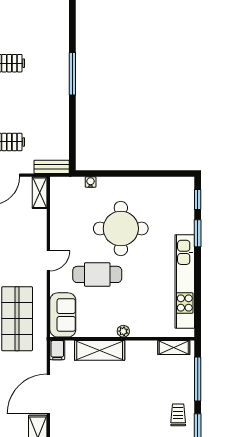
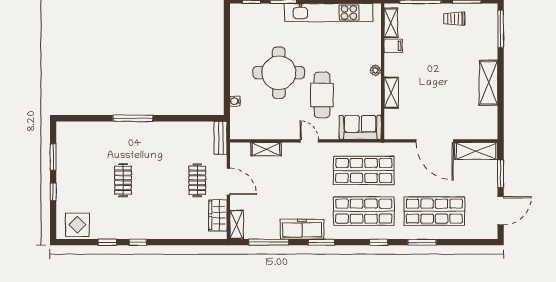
shelving: (40, 193) -> (266, 149), moved
filing cabinet: (57, 350) -> (393, 46), moved
shelving: (100, 350) -> (391, 93), width x0.67, depth x0.75

